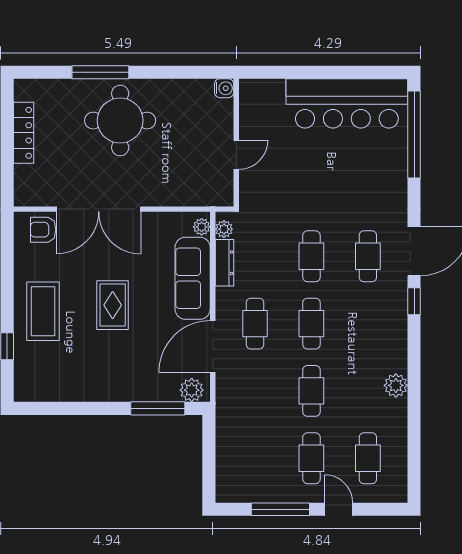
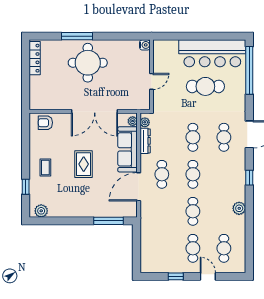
locker: (24, 133) -> (35, 58), moved
cafe table: (334, 164) -> (205, 86), added
double door: (99, 209) -> (95, 111), moved
window: (414, 301) -> (249, 178), moved
coffee table: (43, 311) -> (45, 168), width x0.54, depth x0.58
plant: (192, 390) -> (41, 211), moved
window: (280, 509) -> (176, 276), width x0.46

